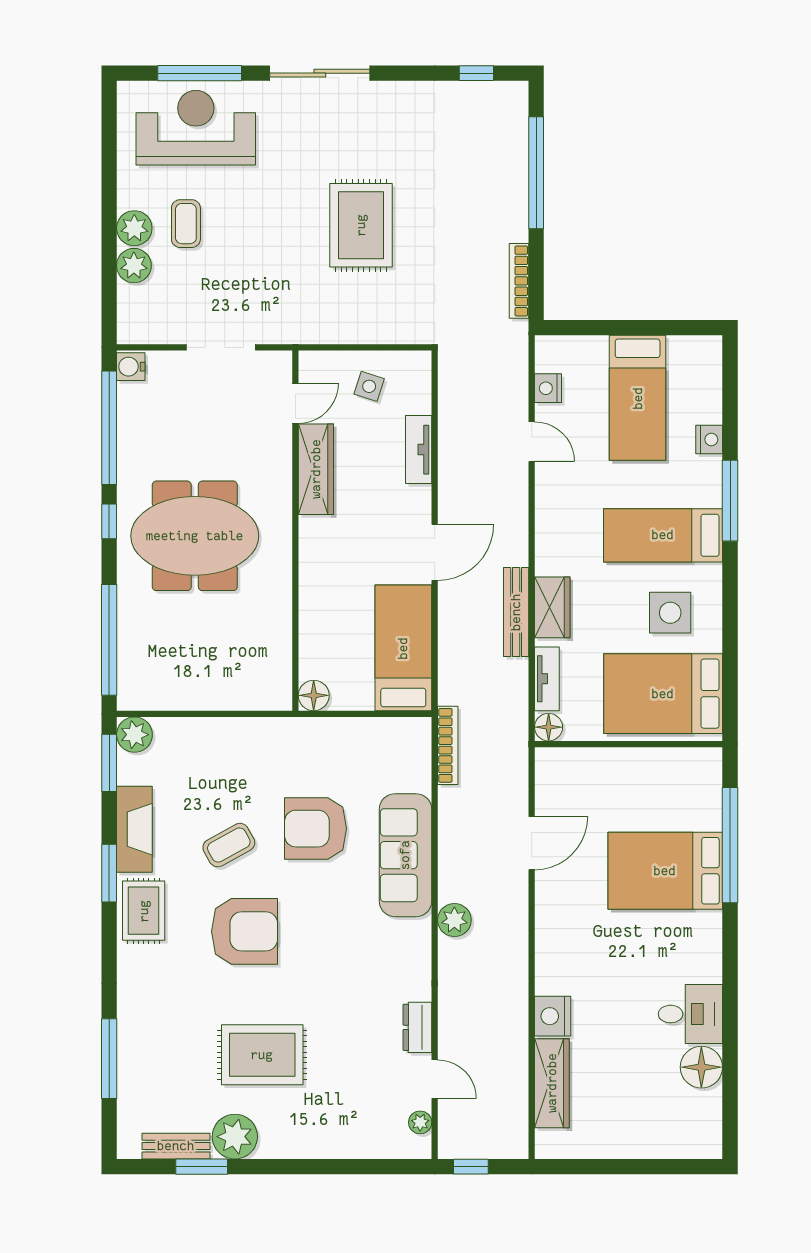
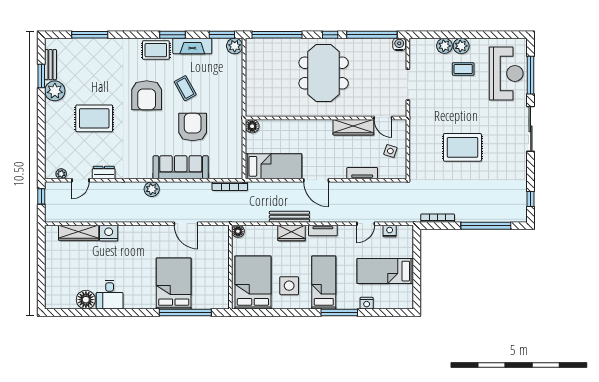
tv unit: (547, 679) -> (323, 231), moved
rug: (262, 1055) -> (94, 118), moved, turned 90

